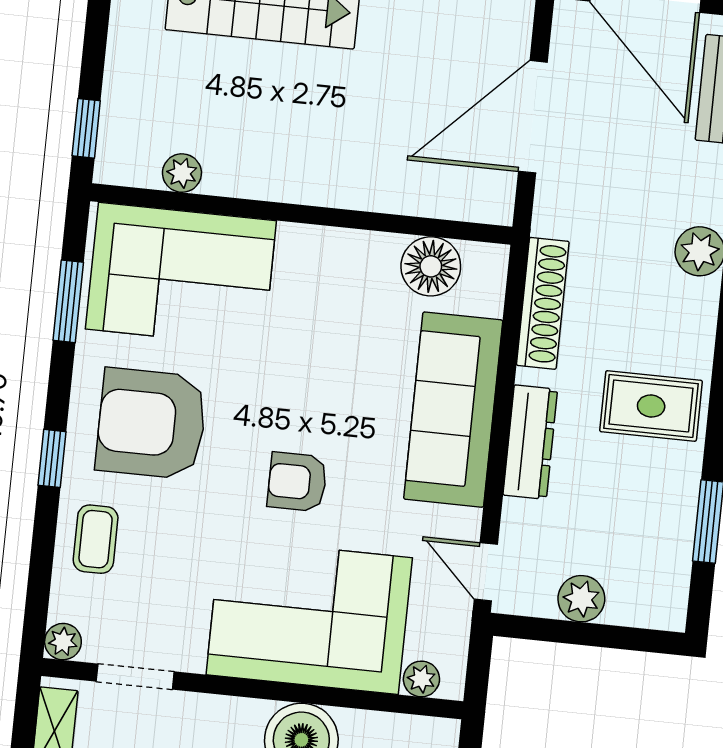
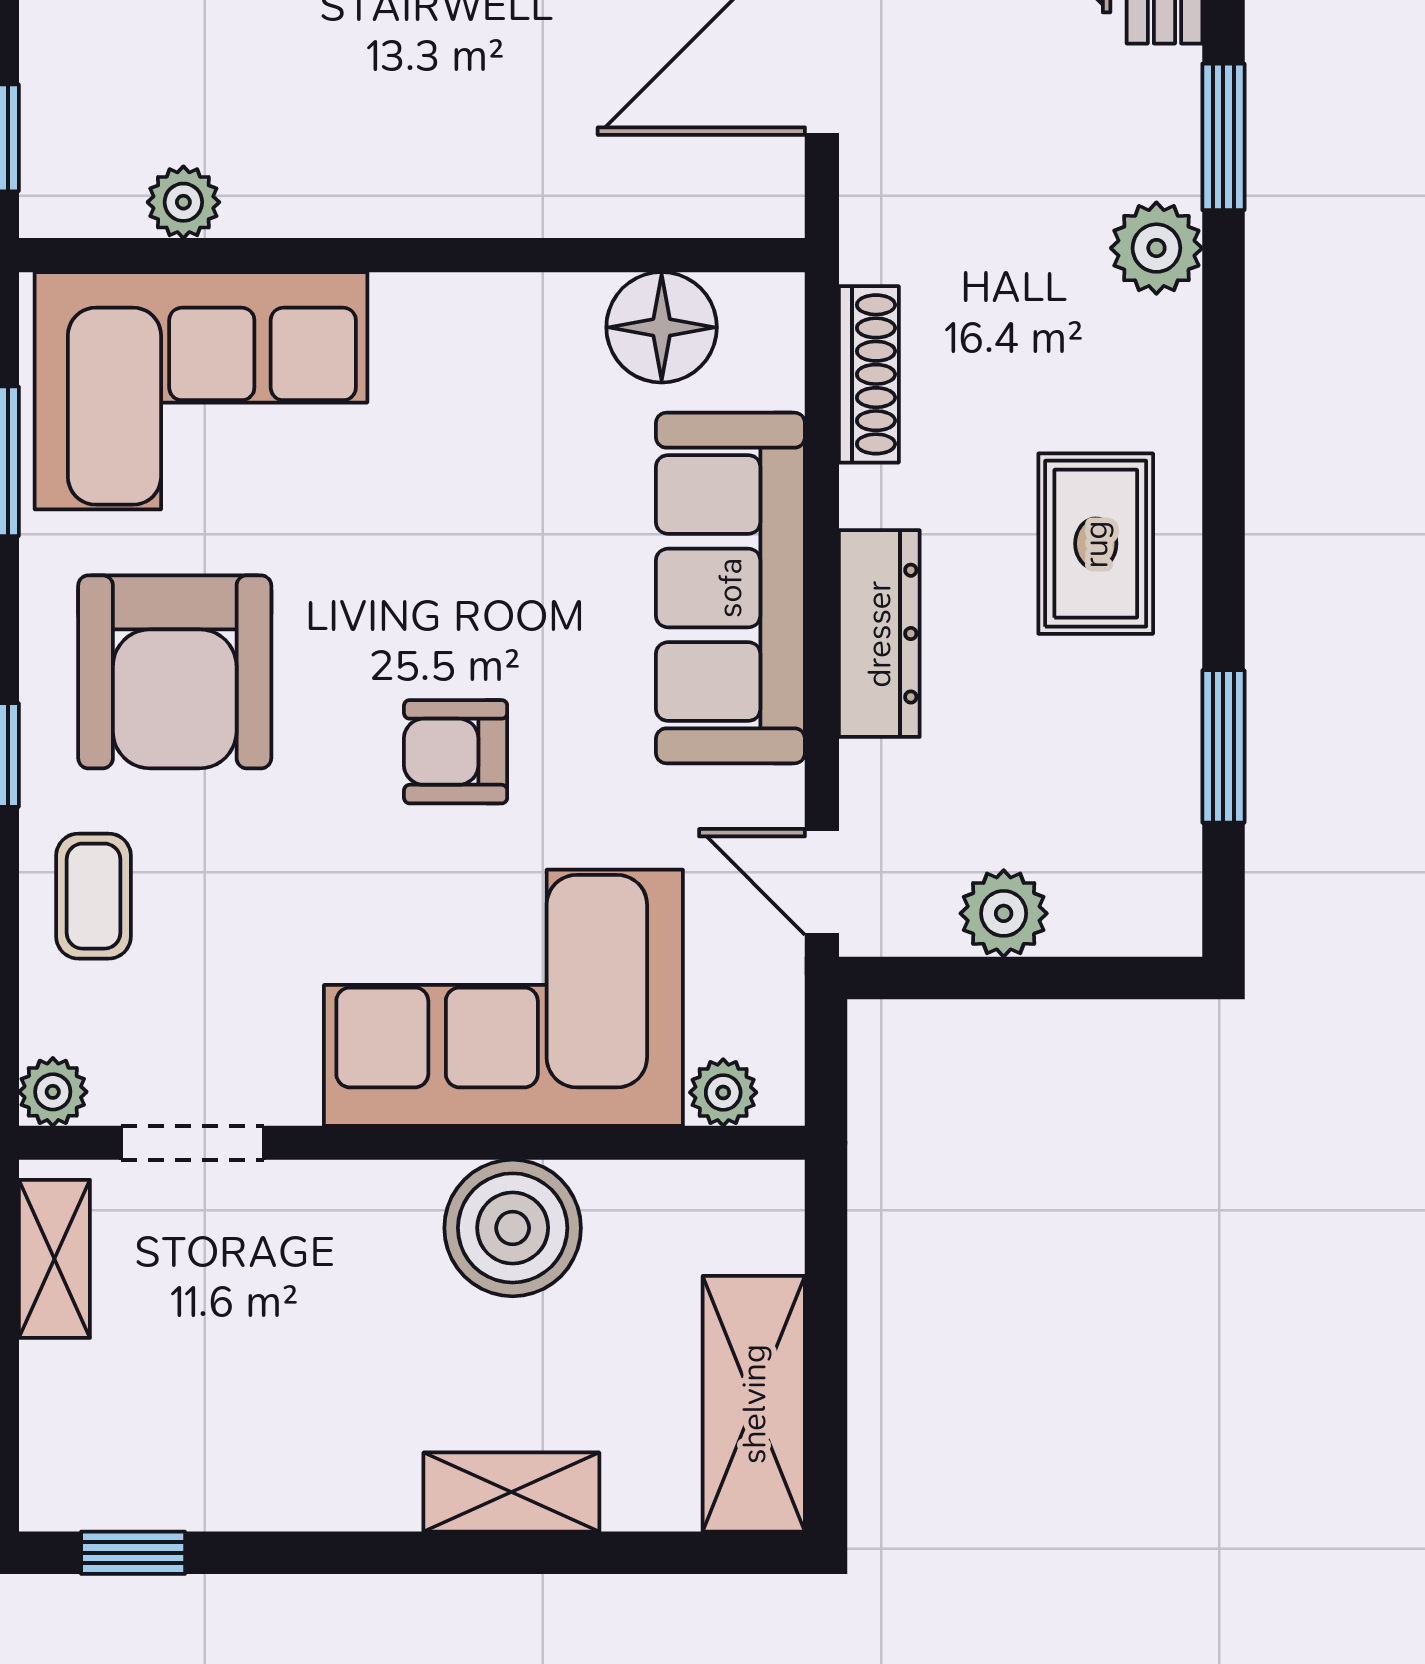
shoe rack: (543, 303) -> (869, 374), width x0.74, depth x0.81
rug: (651, 406) -> (1096, 544), turned 90
armchair: (151, 424) -> (175, 672), turned -90

